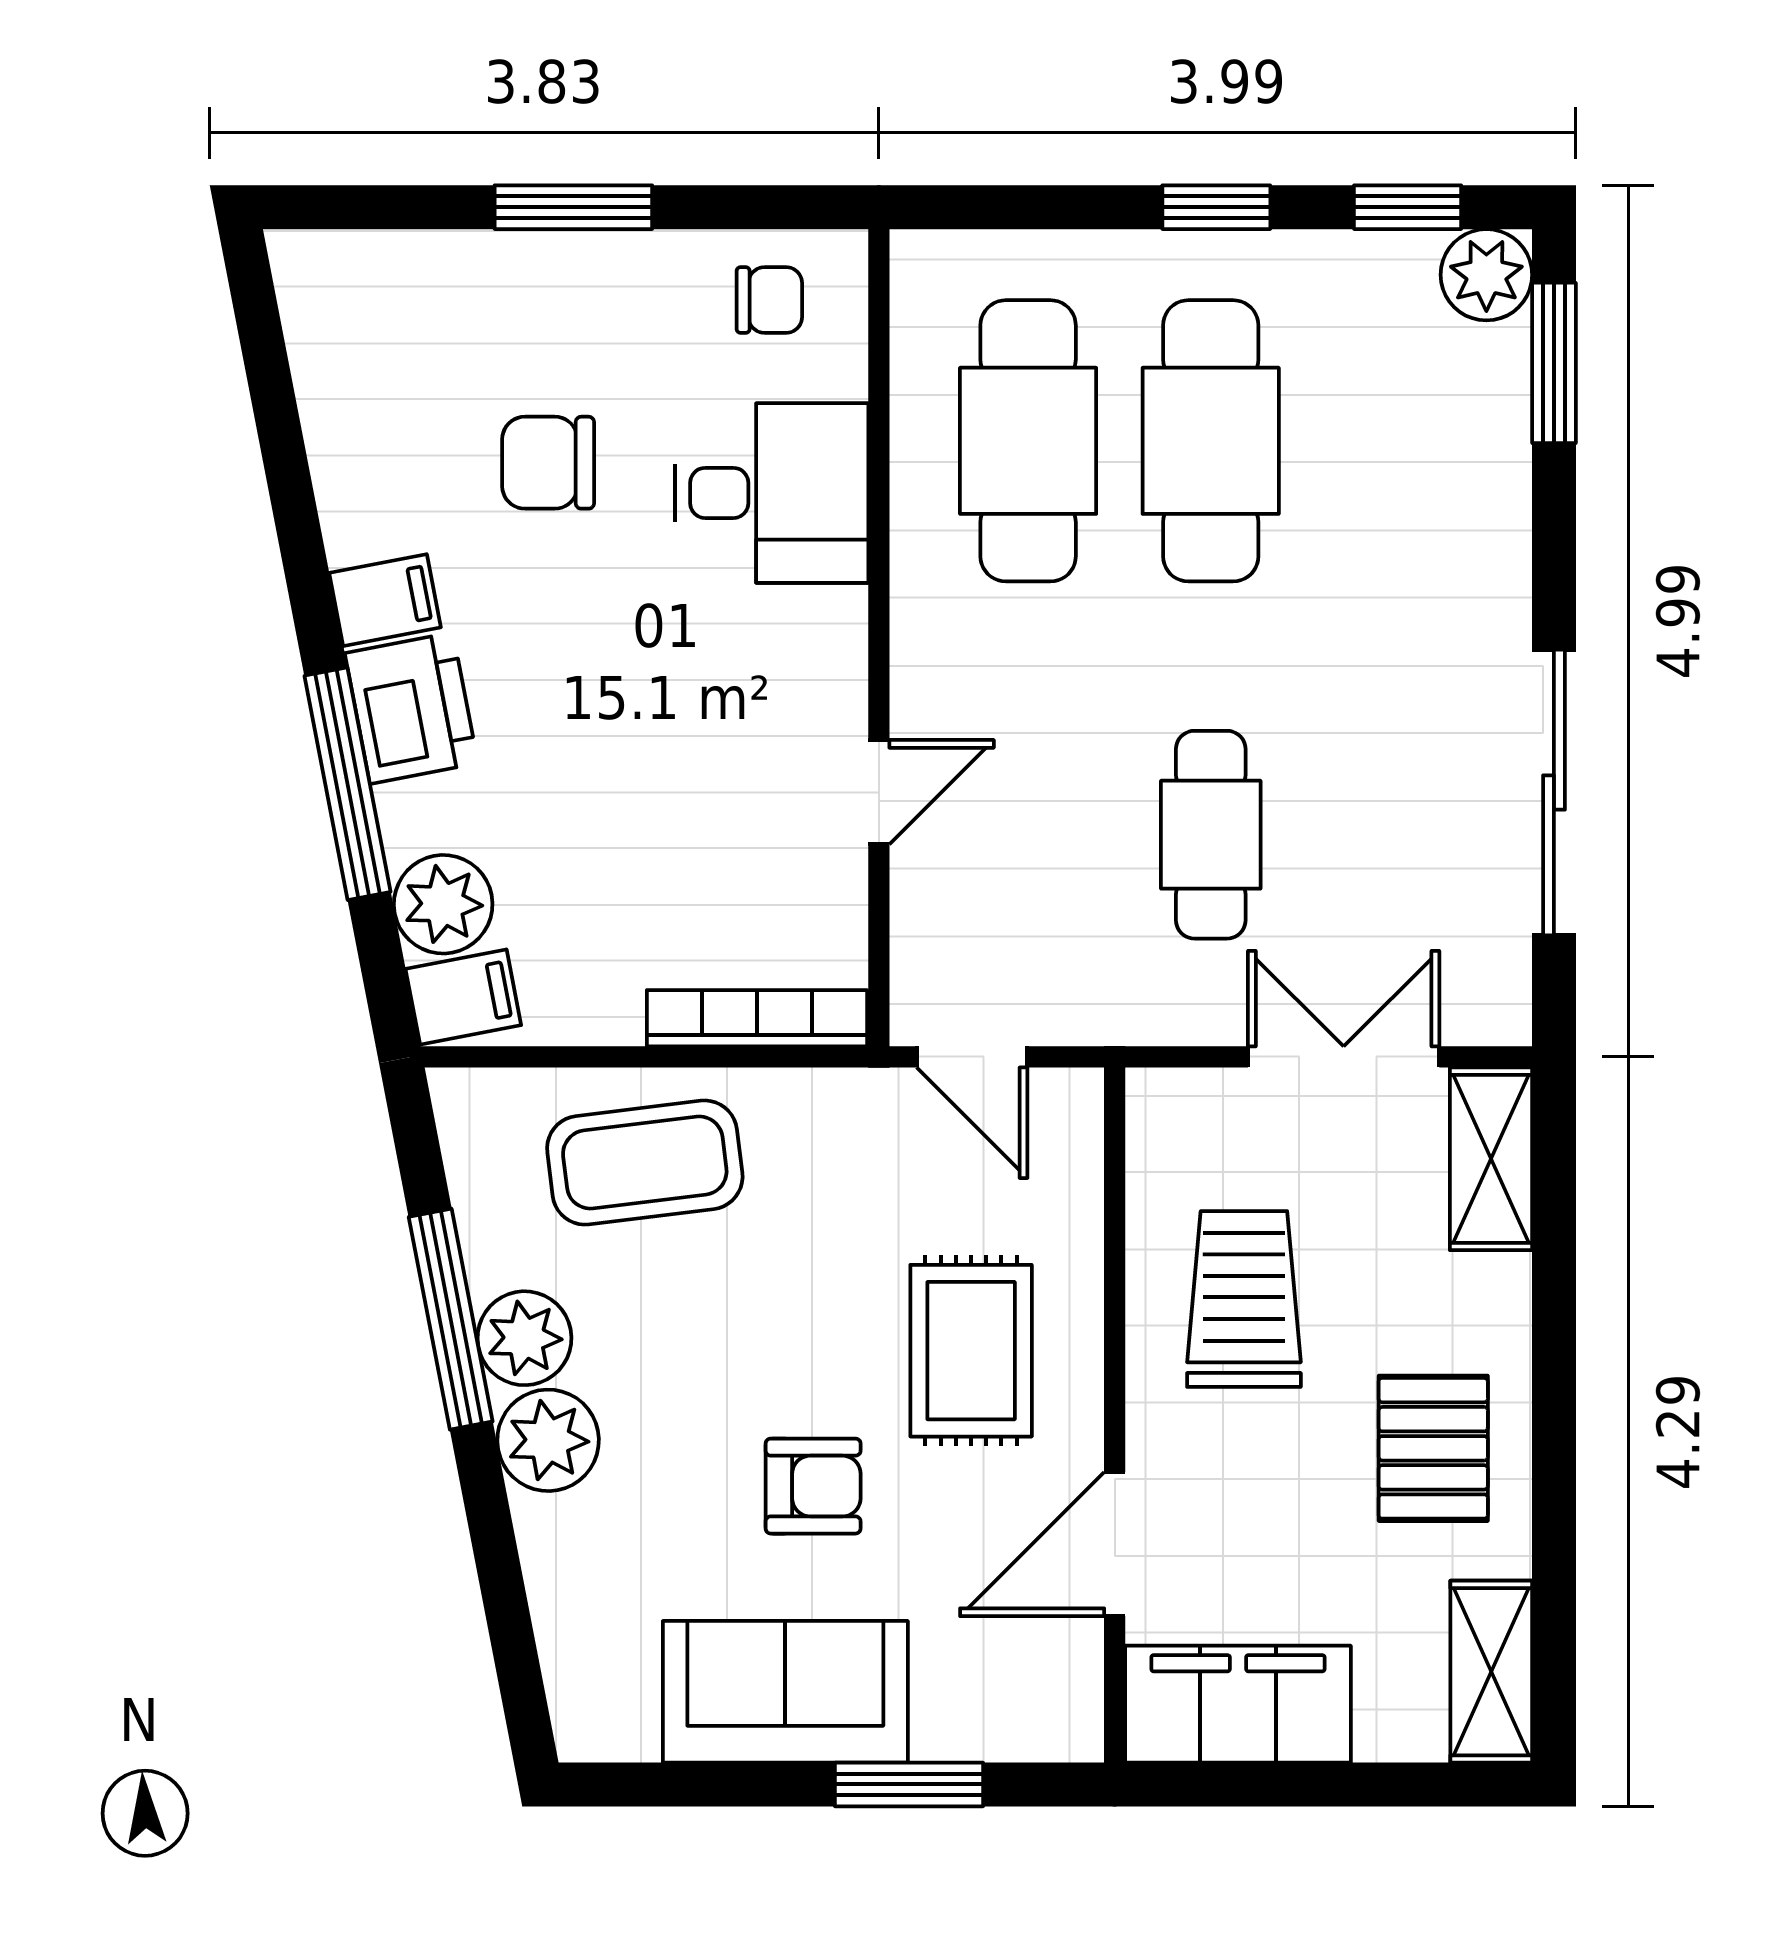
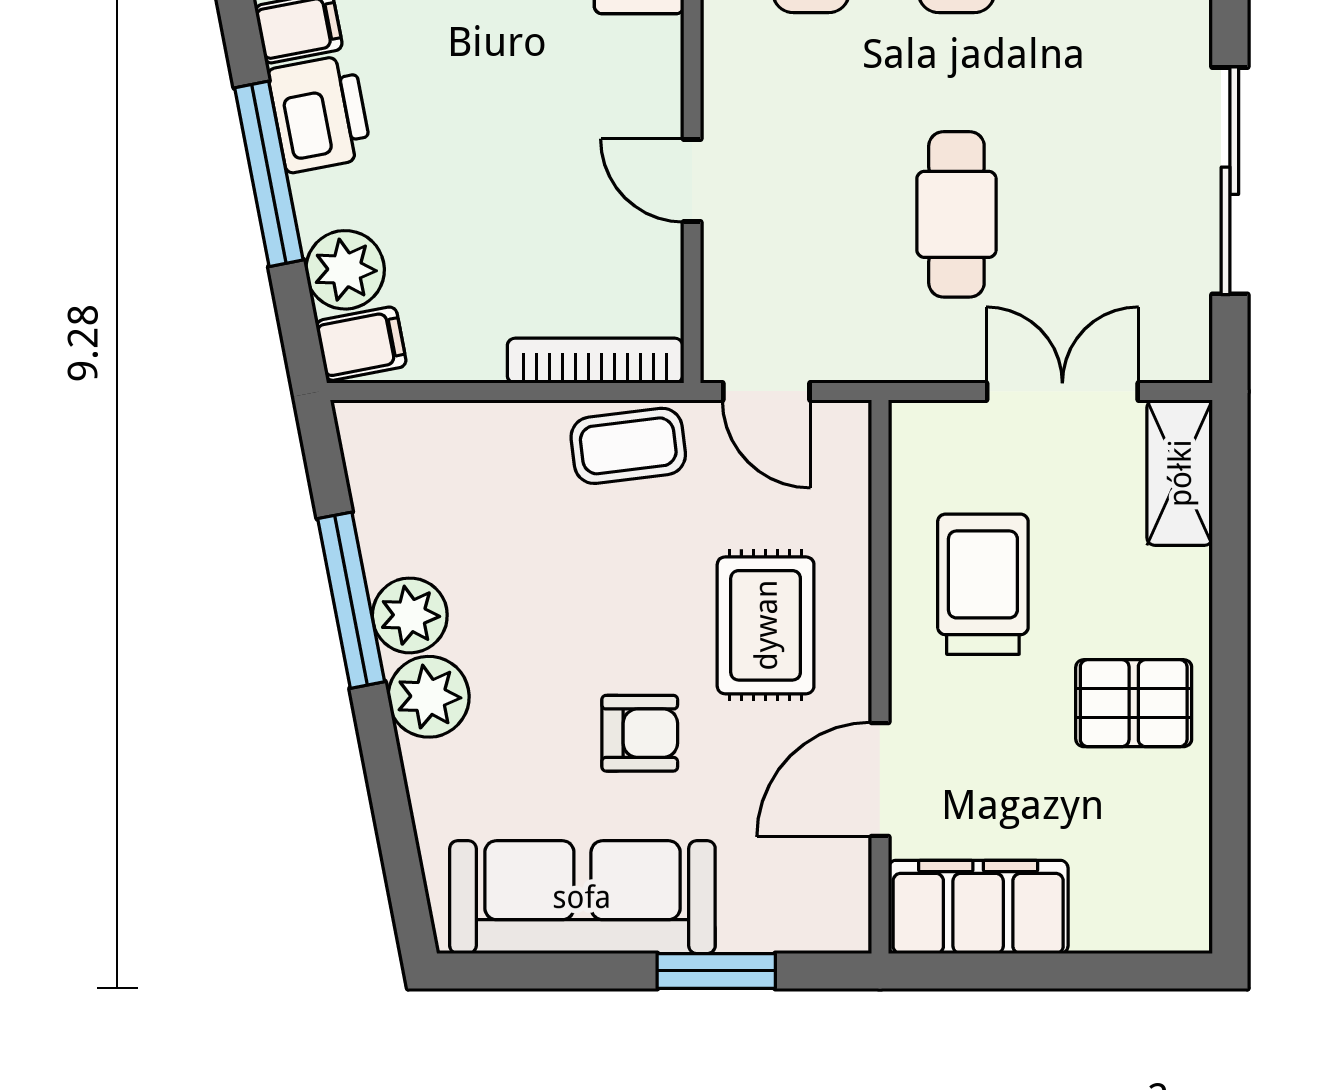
door: (879, 792) -> (692, 181), swing flipped
coffee table: (645, 1163) -> (628, 446), moved, width x0.73, depth x0.77
pallet: (1433, 1448) -> (1134, 703), turned 90
shelving: (1491, 1672) -> (1180, 881), removed
sofa: (785, 1692) -> (582, 897), width x1.36

